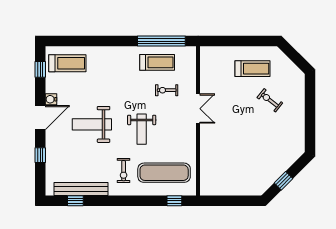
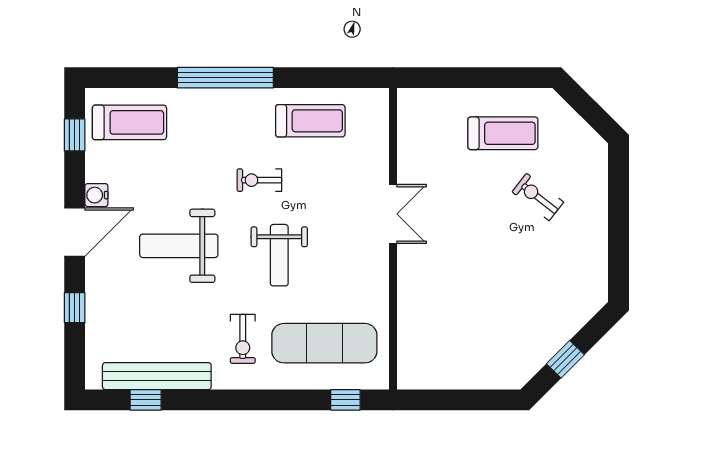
window: (161, 41) -> (225, 78), moved
exercise bike: (167, 90) -> (259, 180), moved

